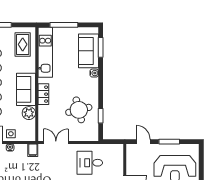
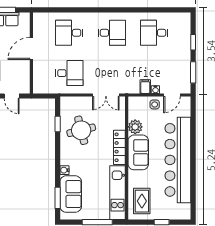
locker: (43, 94) -> (119, 147), width x1.53
filing cabinet: (33, 150) -> (145, 87), moved

